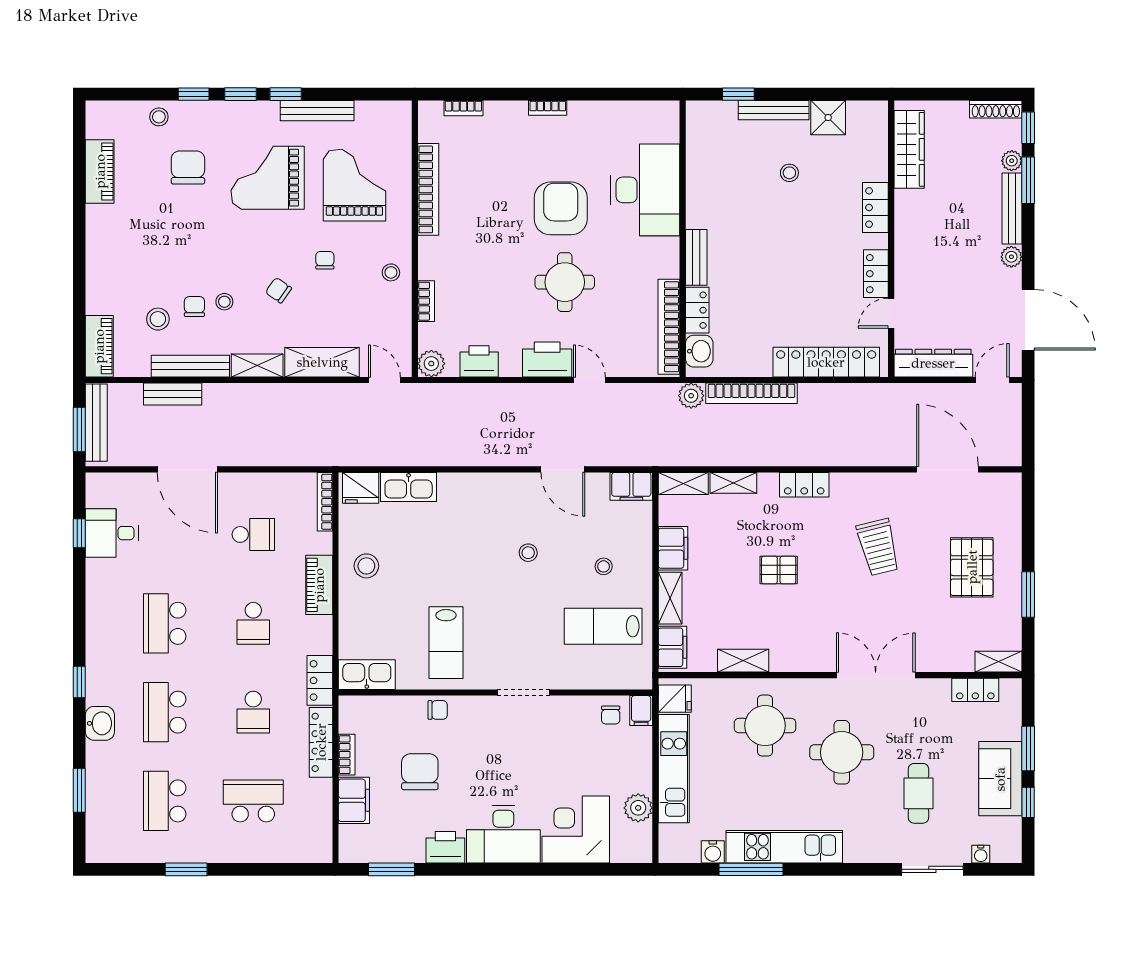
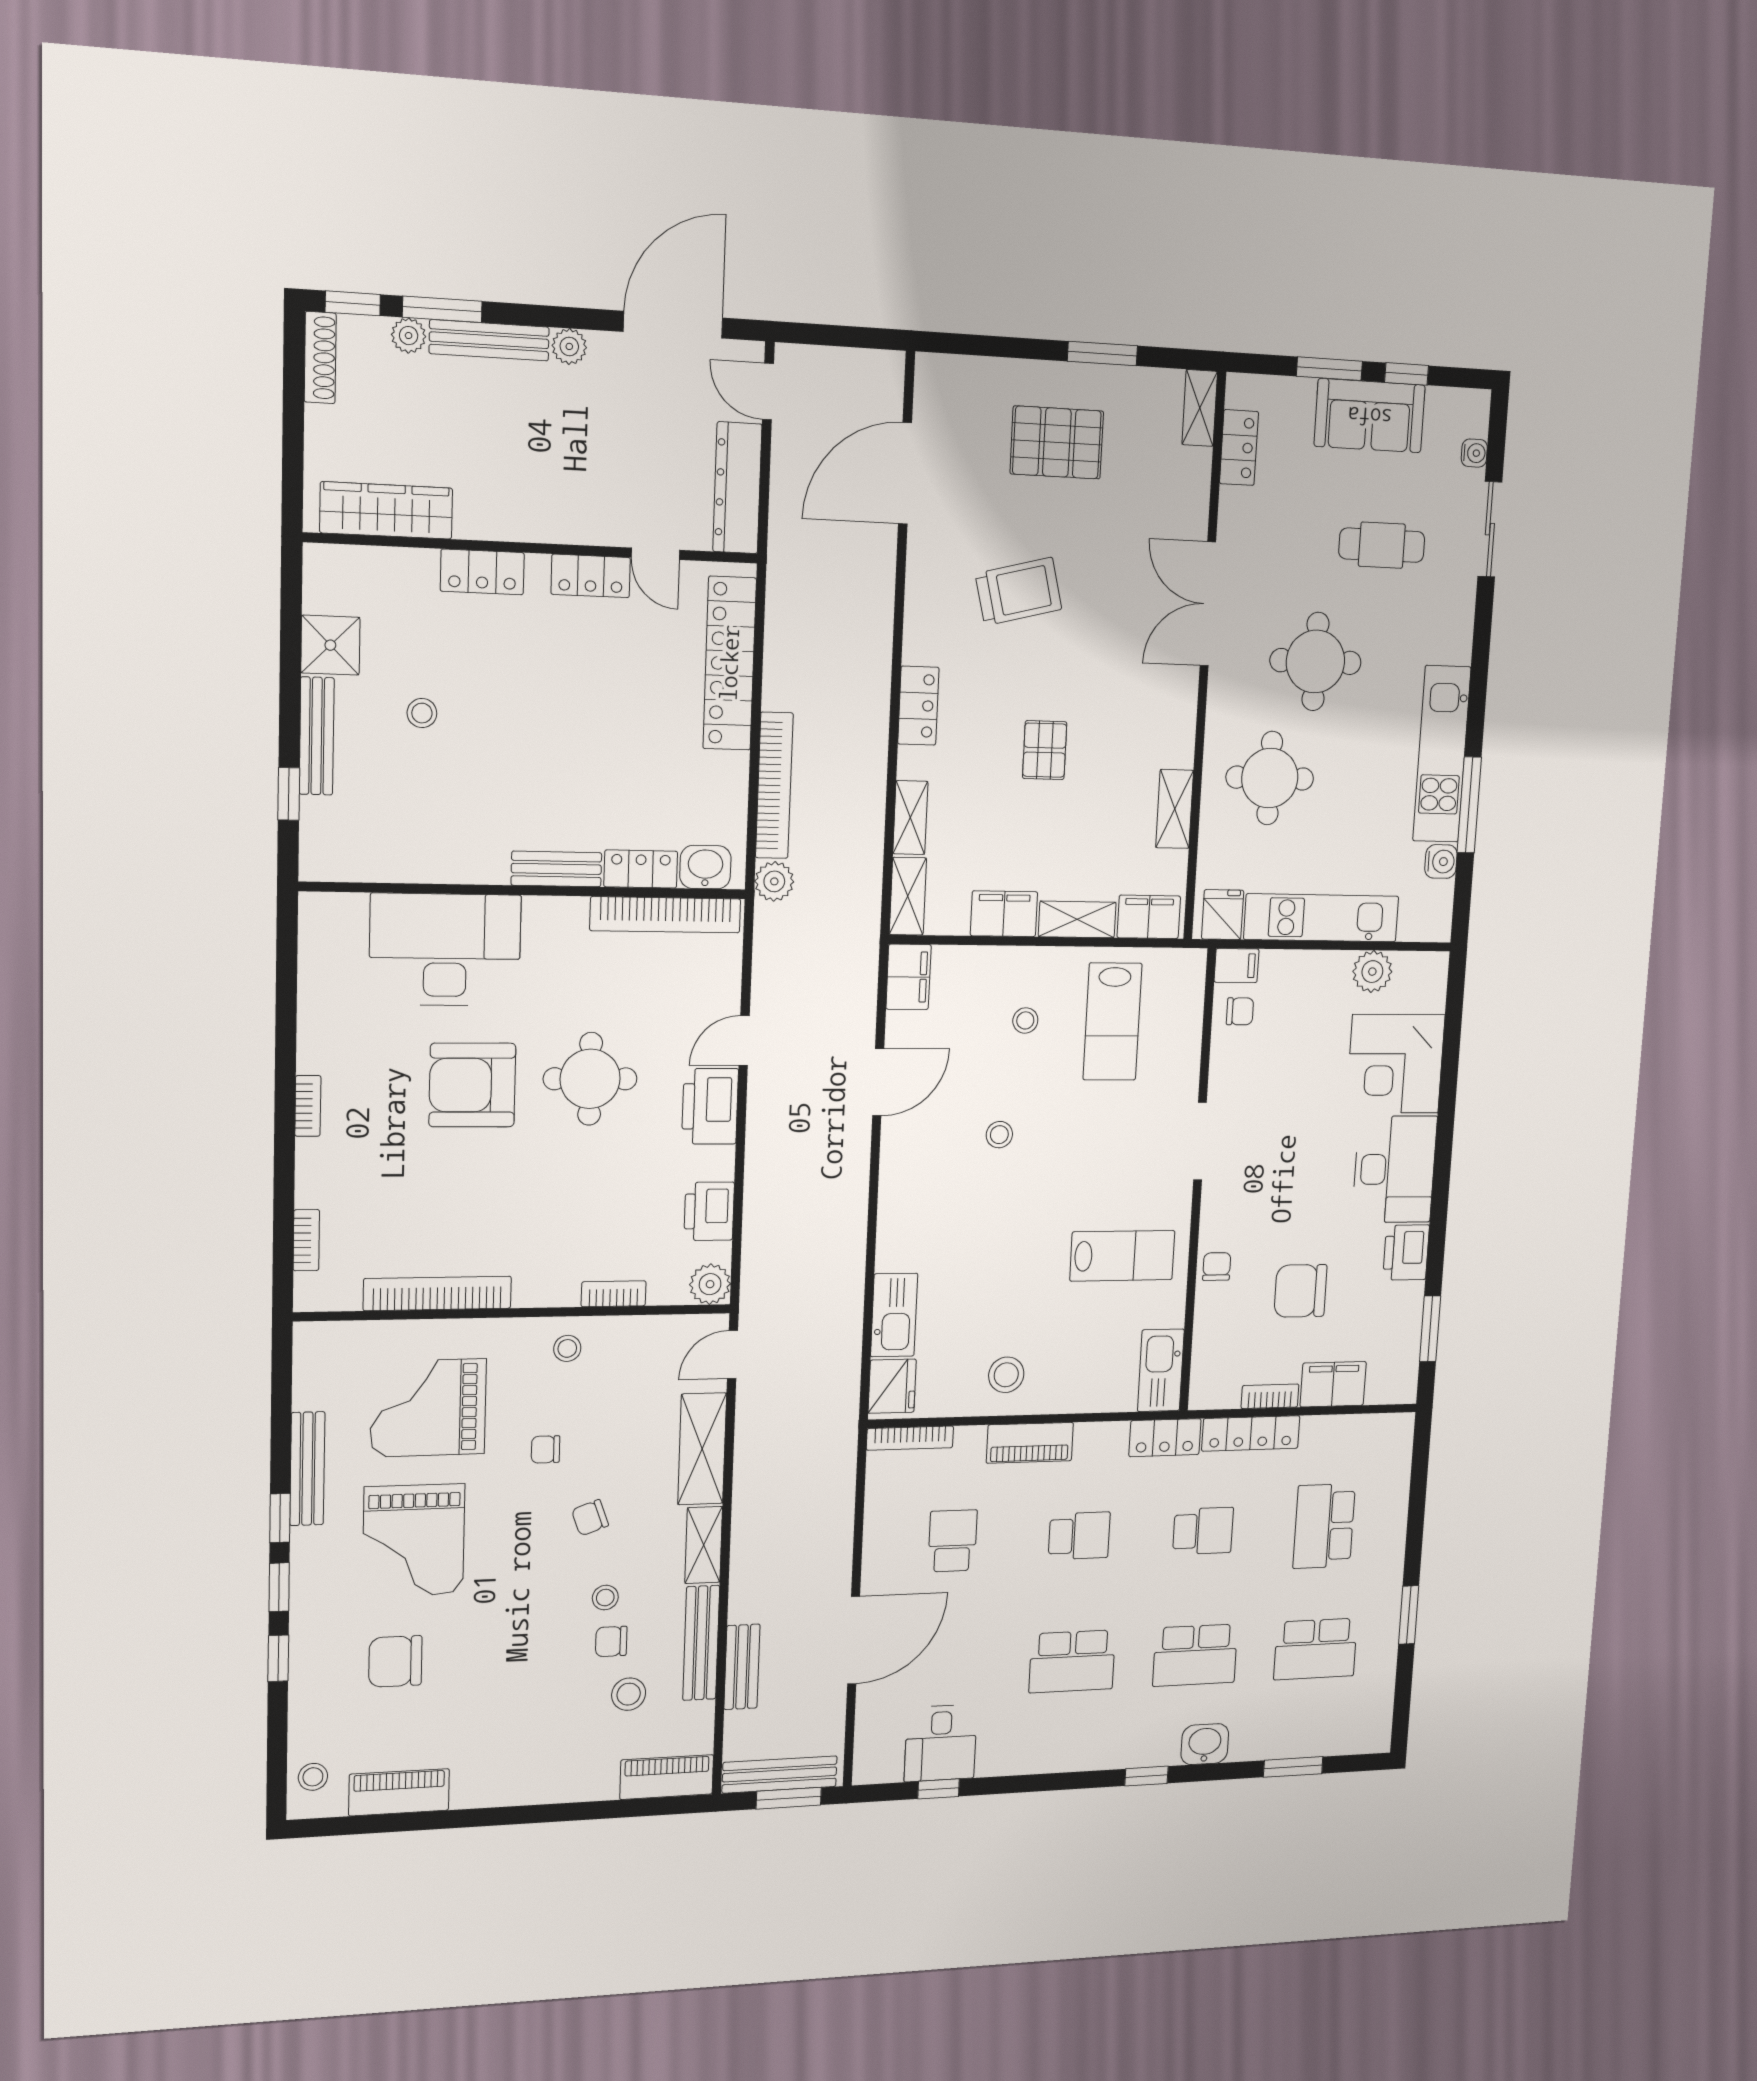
stool: (159, 117) -> (313, 1777), moved
chair: (278, 290) -> (590, 1518), turned 35

